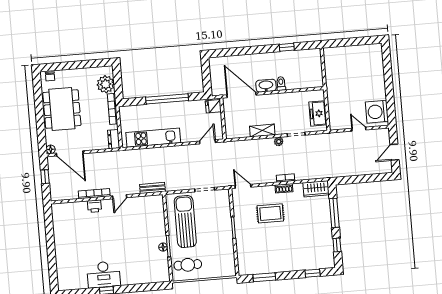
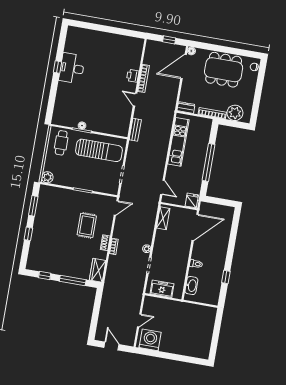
washbasin: (266, 86) -> (191, 286), moved
shelving: (262, 130) -> (163, 218), moved
plant: (229, 270) -> (47, 177), added
window: (313, 273) -> (28, 234), moved

